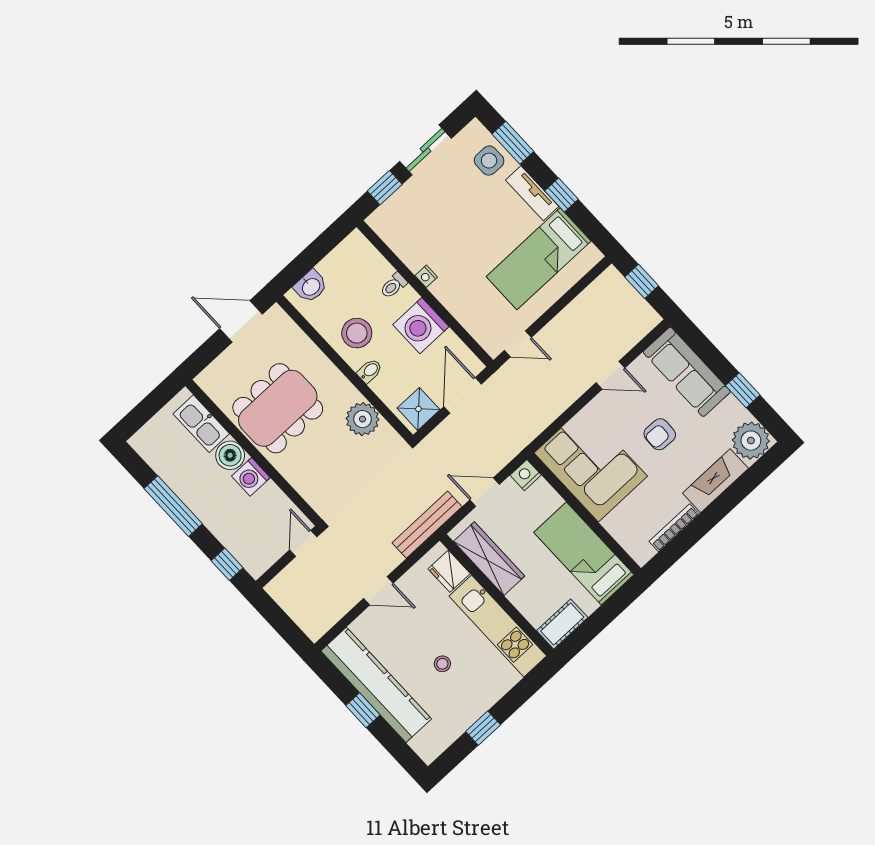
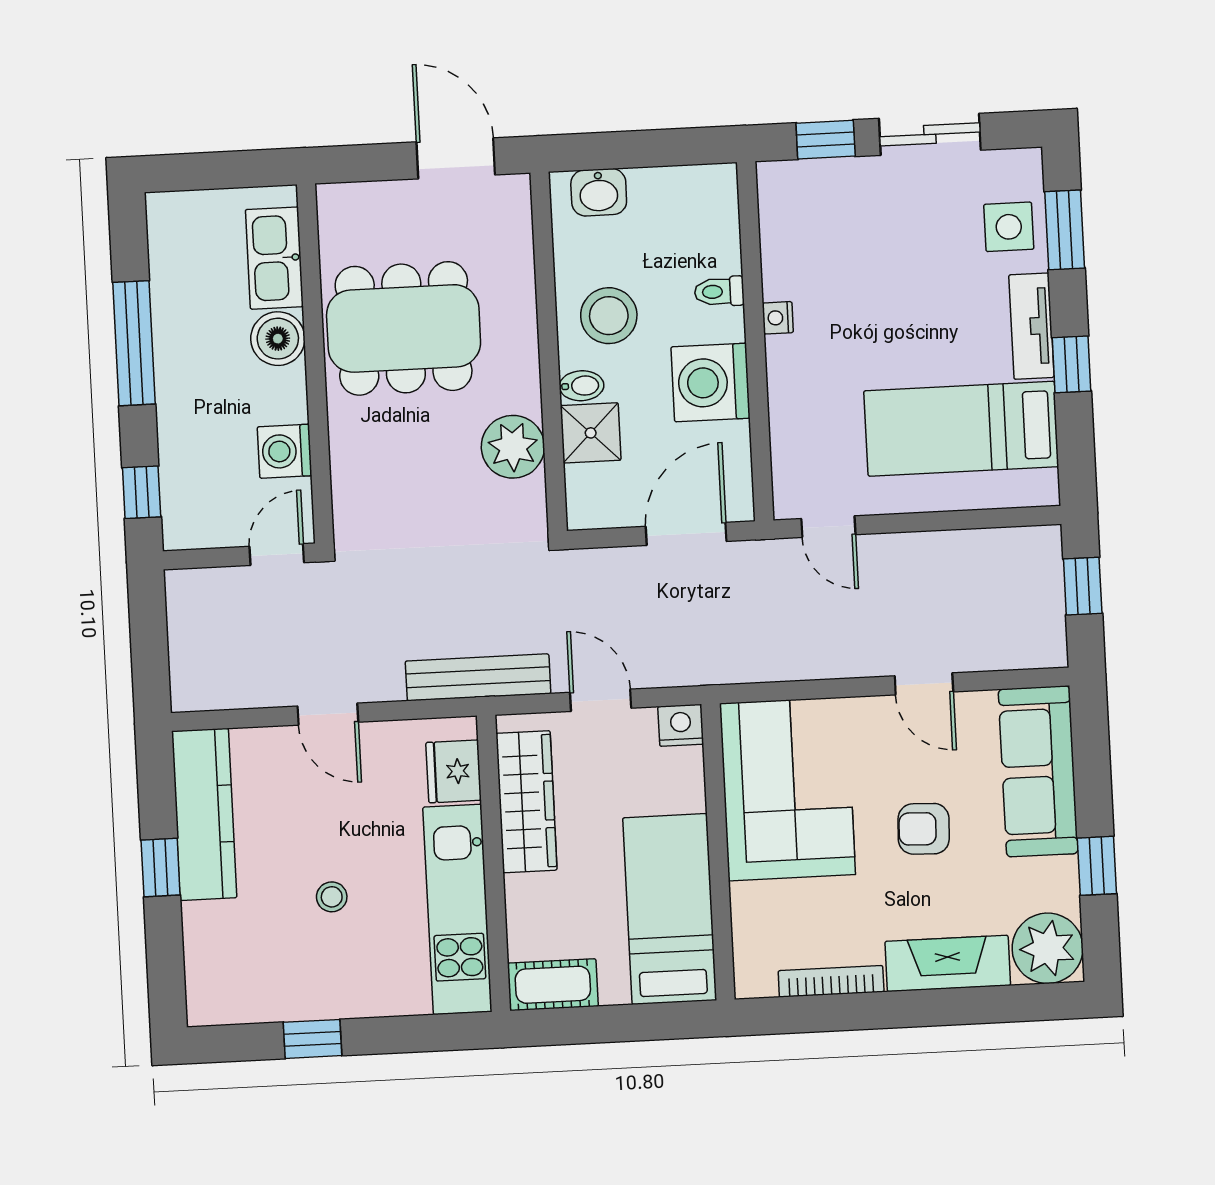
shower: (418, 409) -> (591, 433), moved
washing machine: (251, 477) -> (285, 451), moved
kitchen counter: (376, 685) -> (204, 814), width x0.72, depth x0.86

